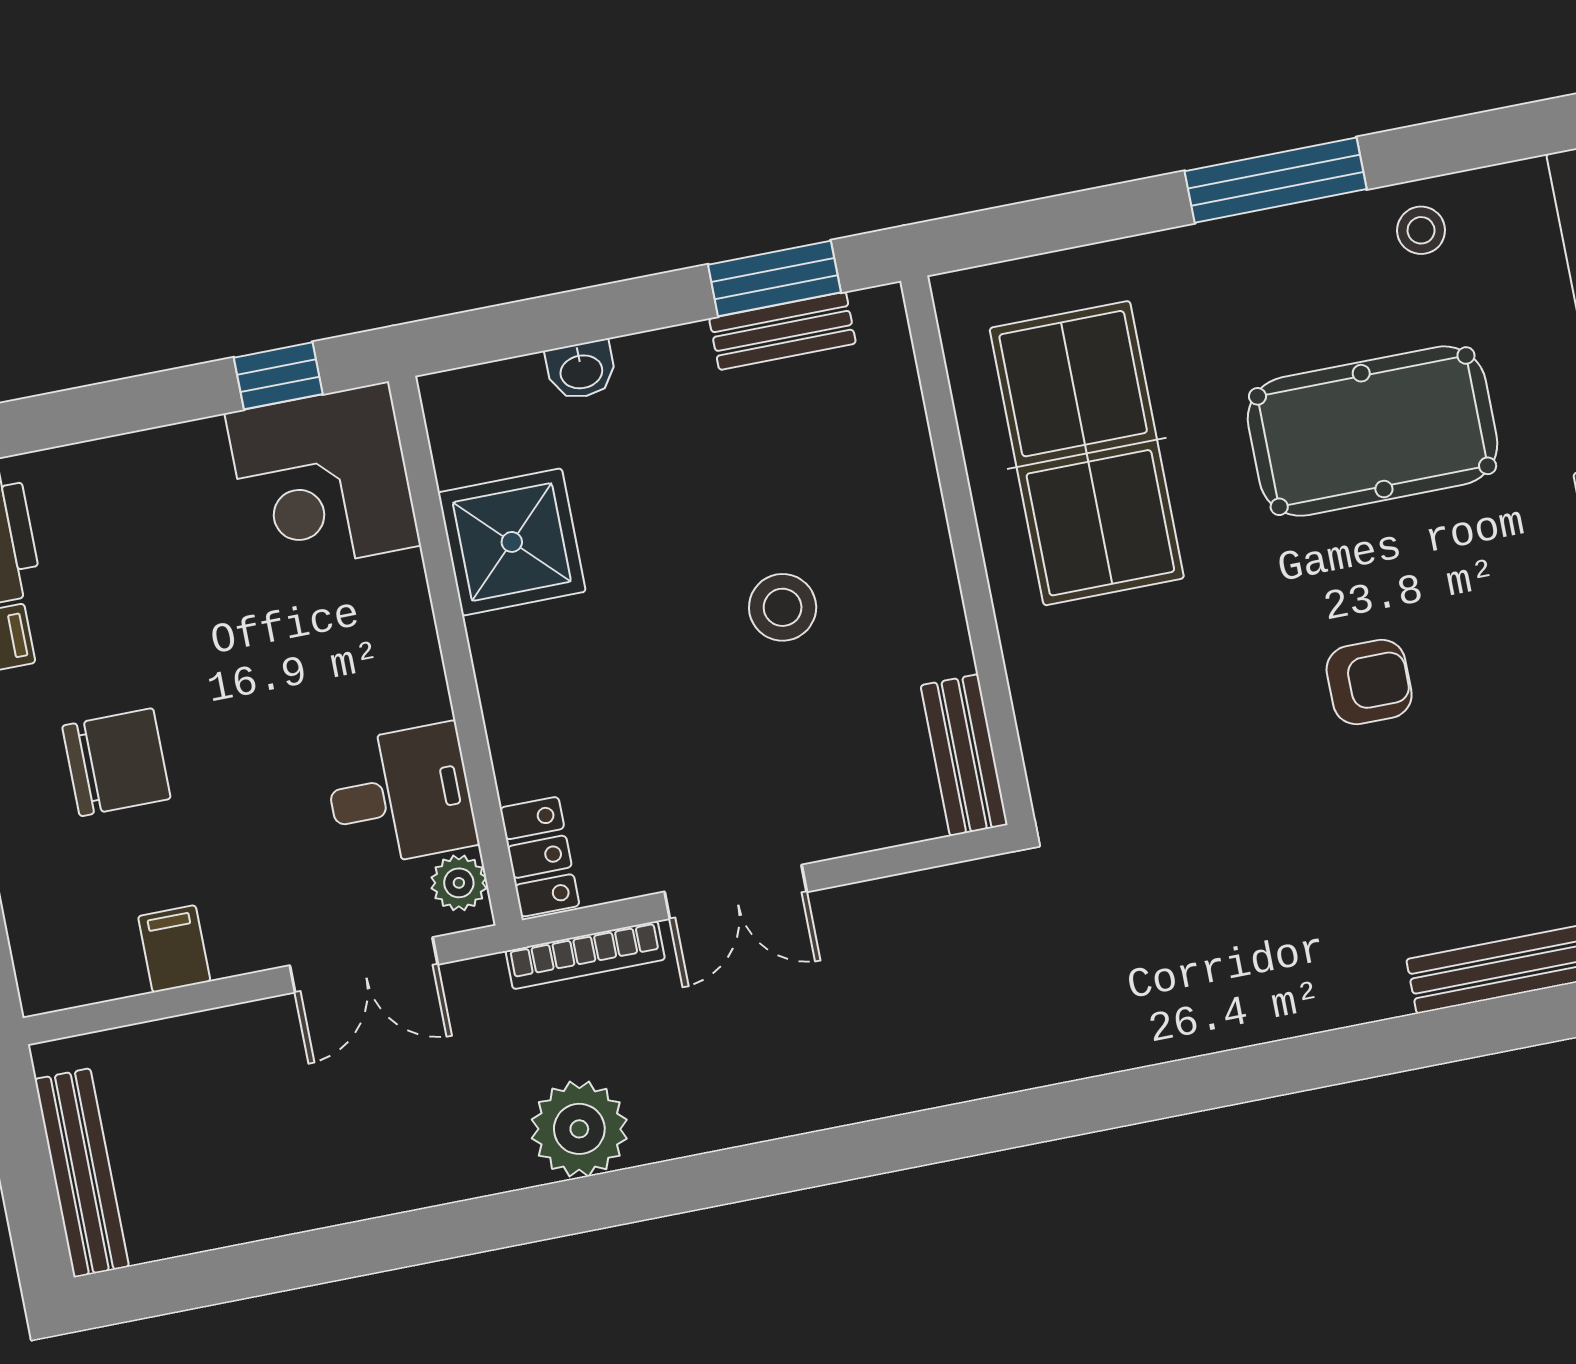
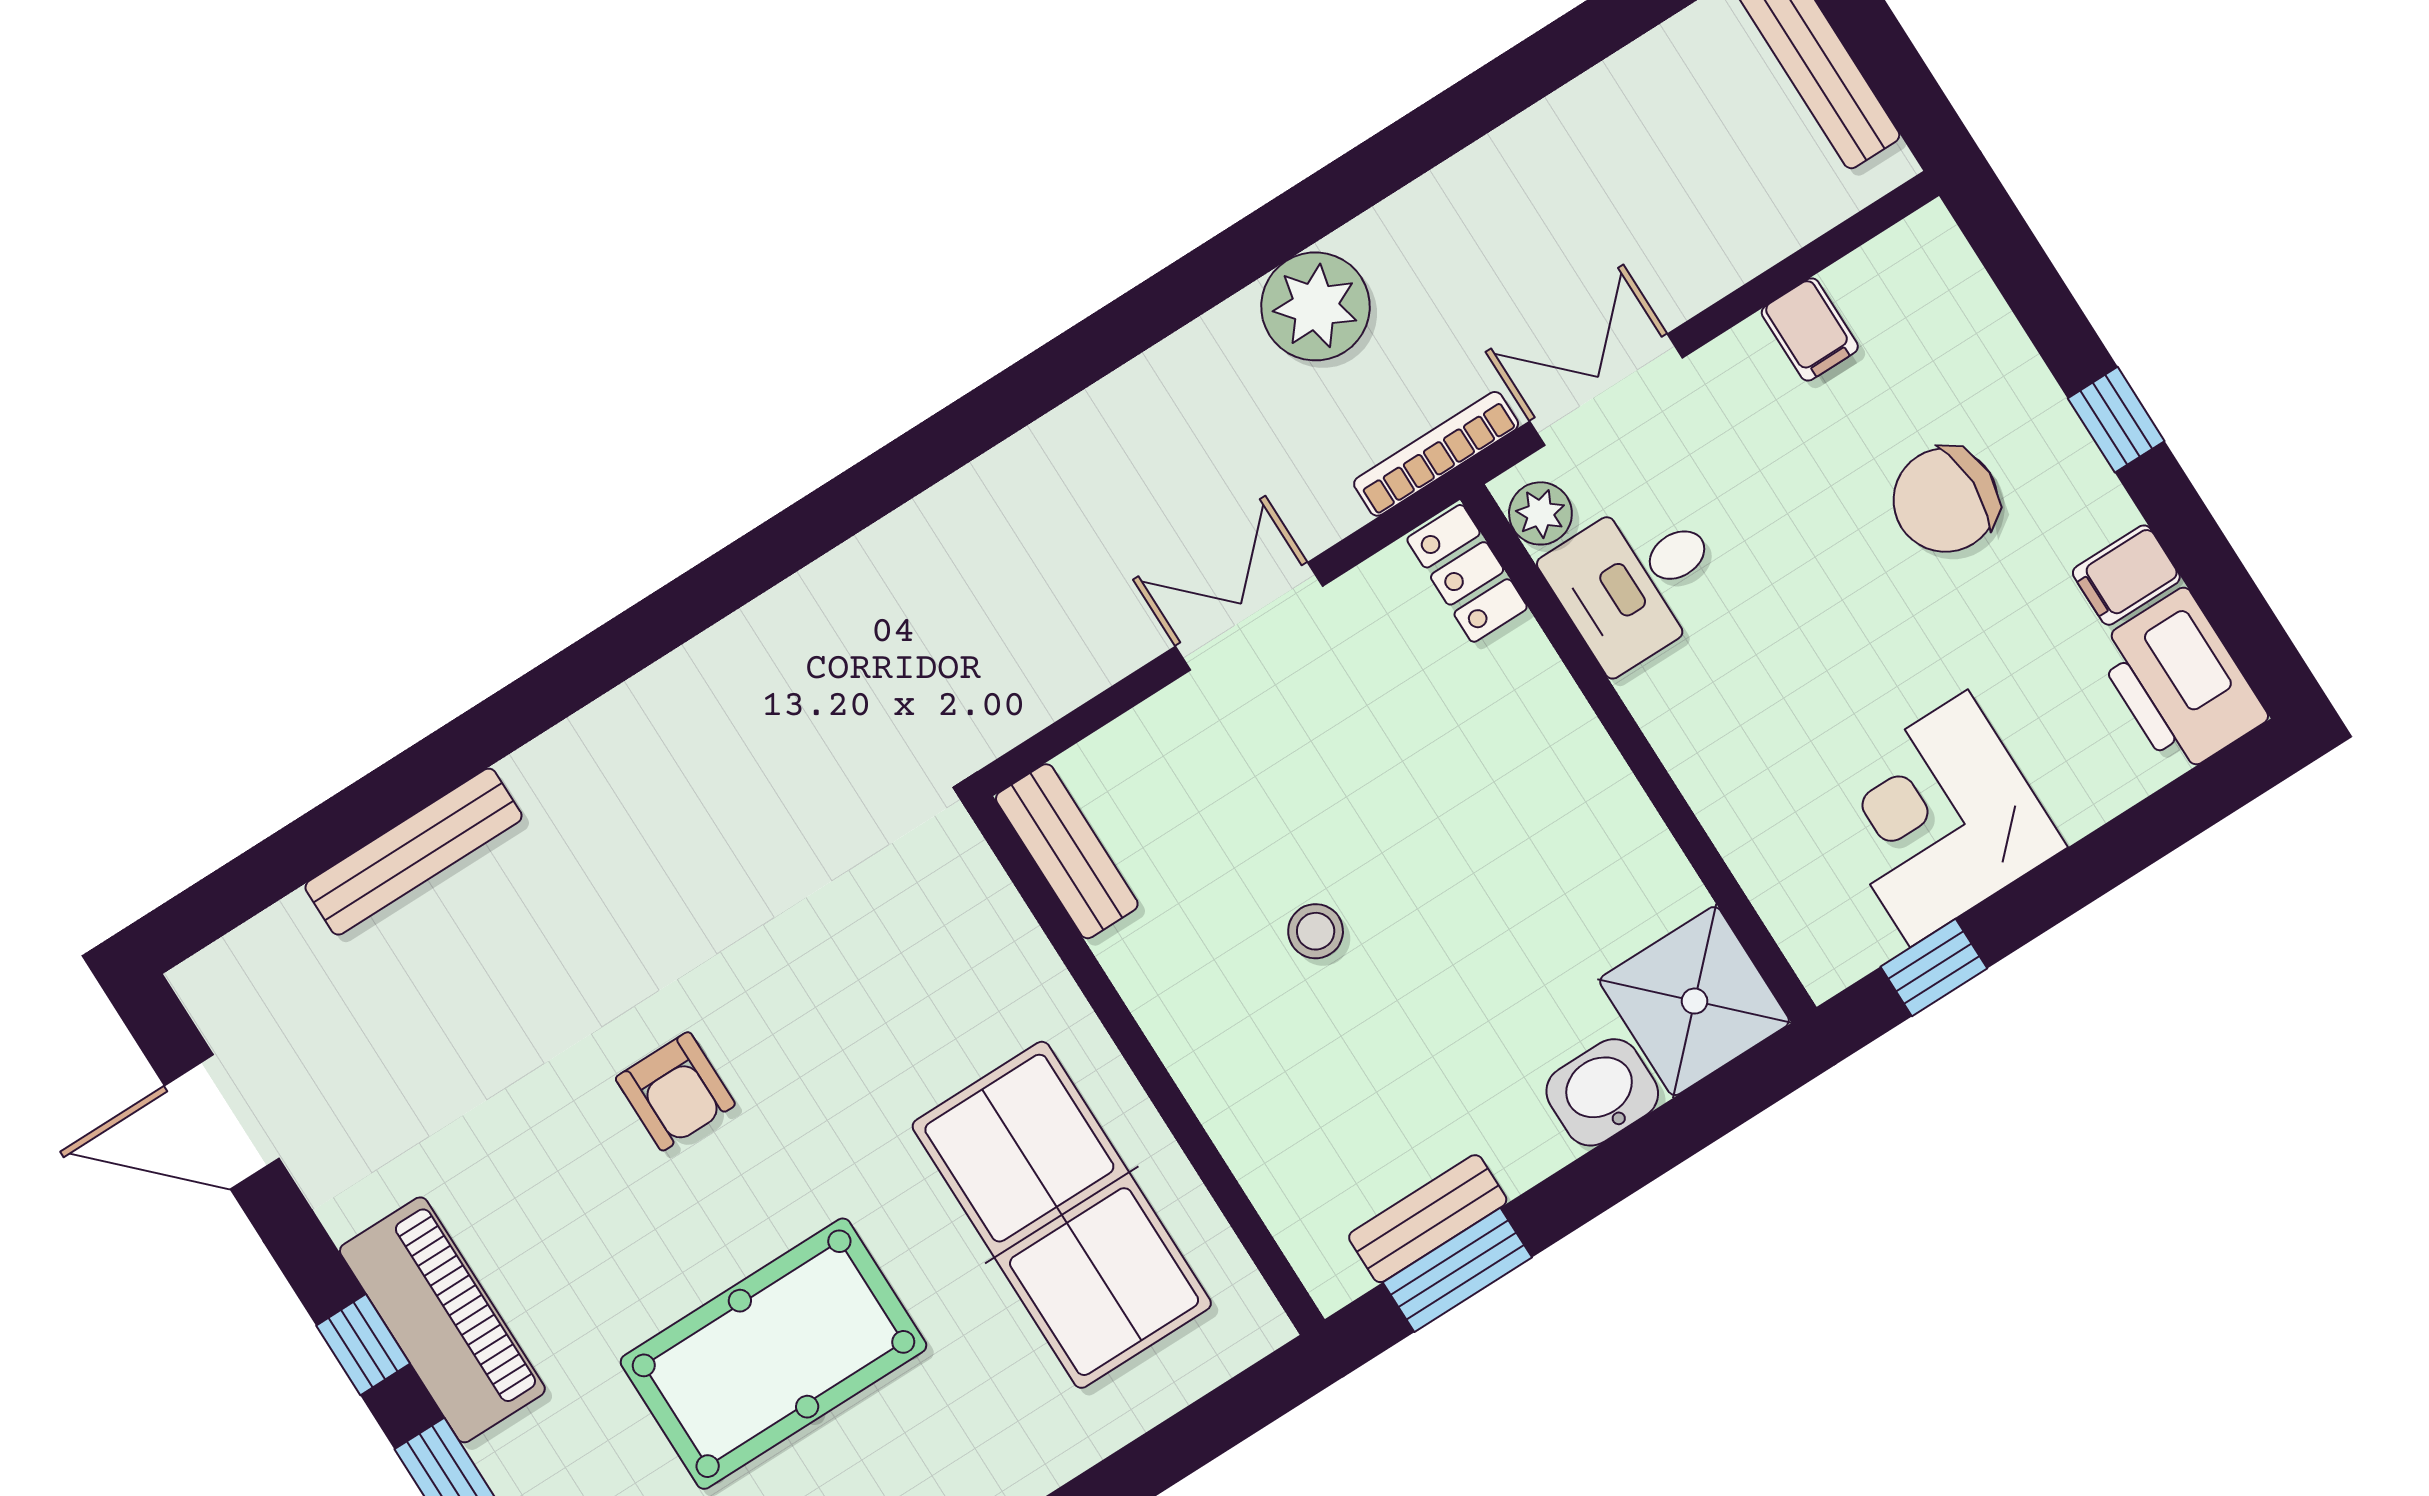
washbasin: (581, 370) -> (1602, 1092), width x1.38, depth x1.45
corner desk: (323, 479) -> (1939, 818), moved, turned -90
shower: (512, 542) -> (1694, 1001), moved
stool: (783, 607) -> (1316, 931), width x0.73, depth x0.73
armchair: (1369, 682) -> (675, 1091), turned -90
bookcase: (585, 955) -> (1436, 454), moved

